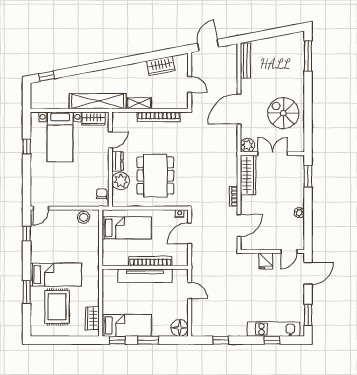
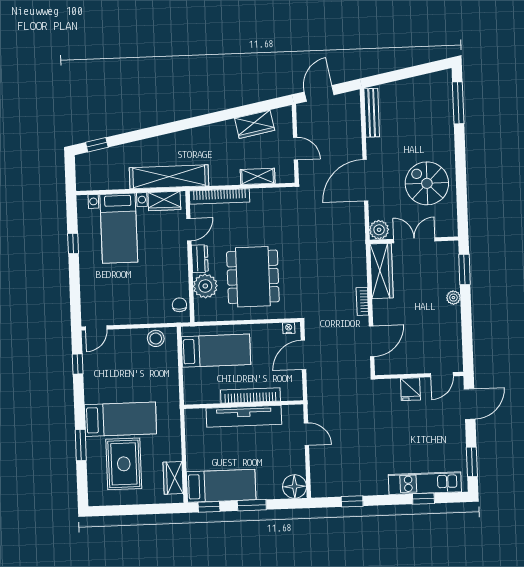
shelving: (139, 103) -> (258, 176), moved
bookcase: (159, 117) -> (219, 196), moved
plant: (299, 213) -> (453, 298), moved

